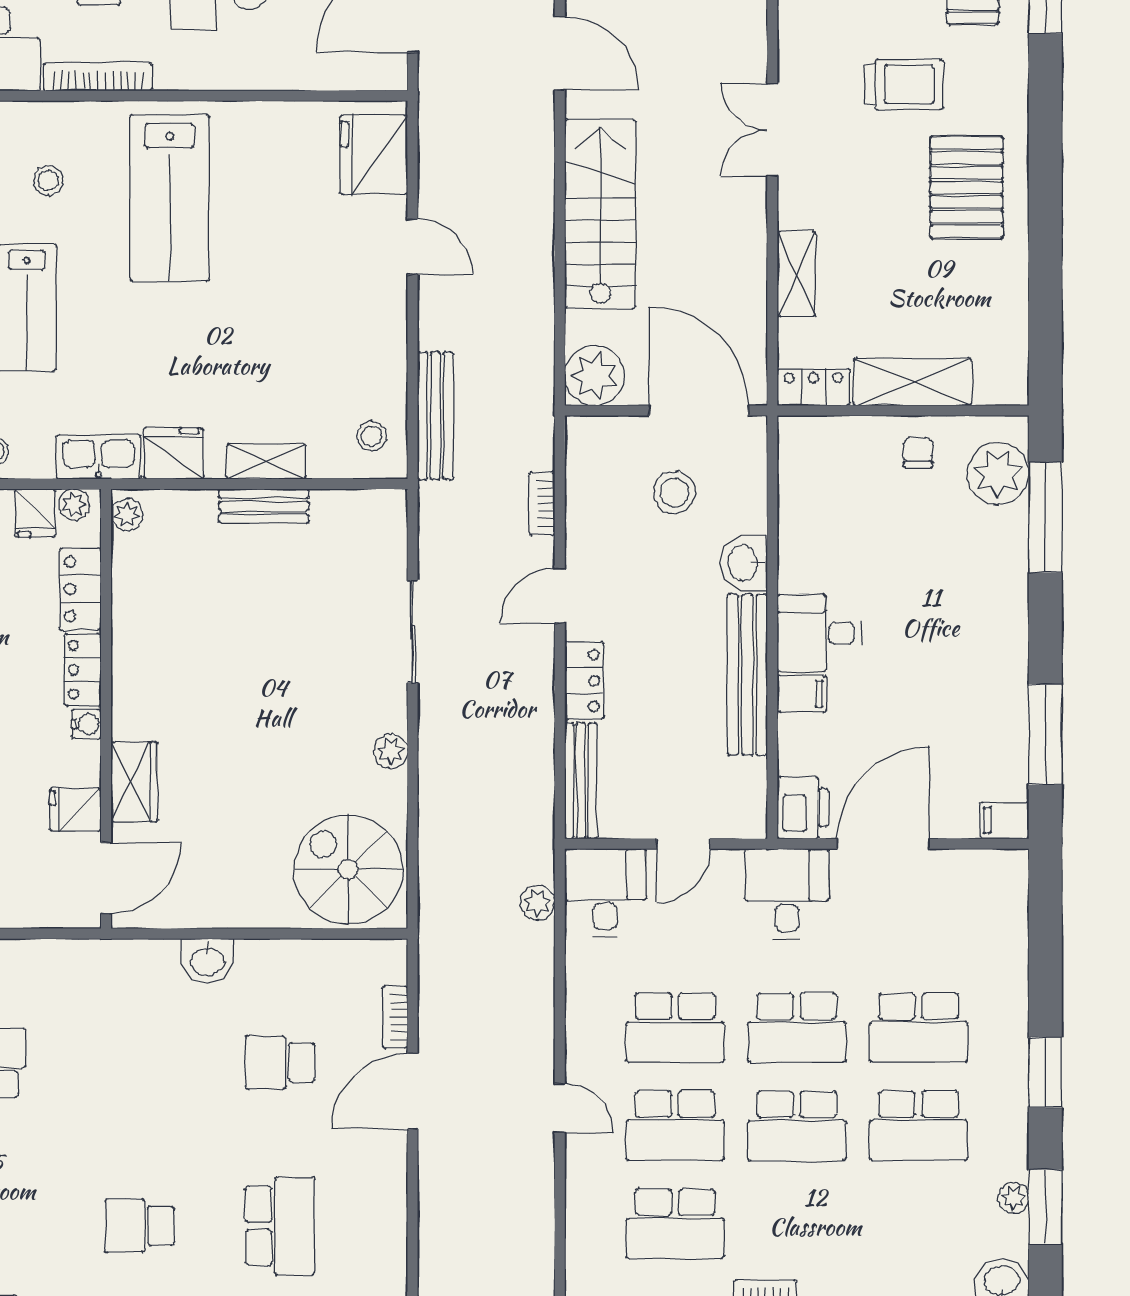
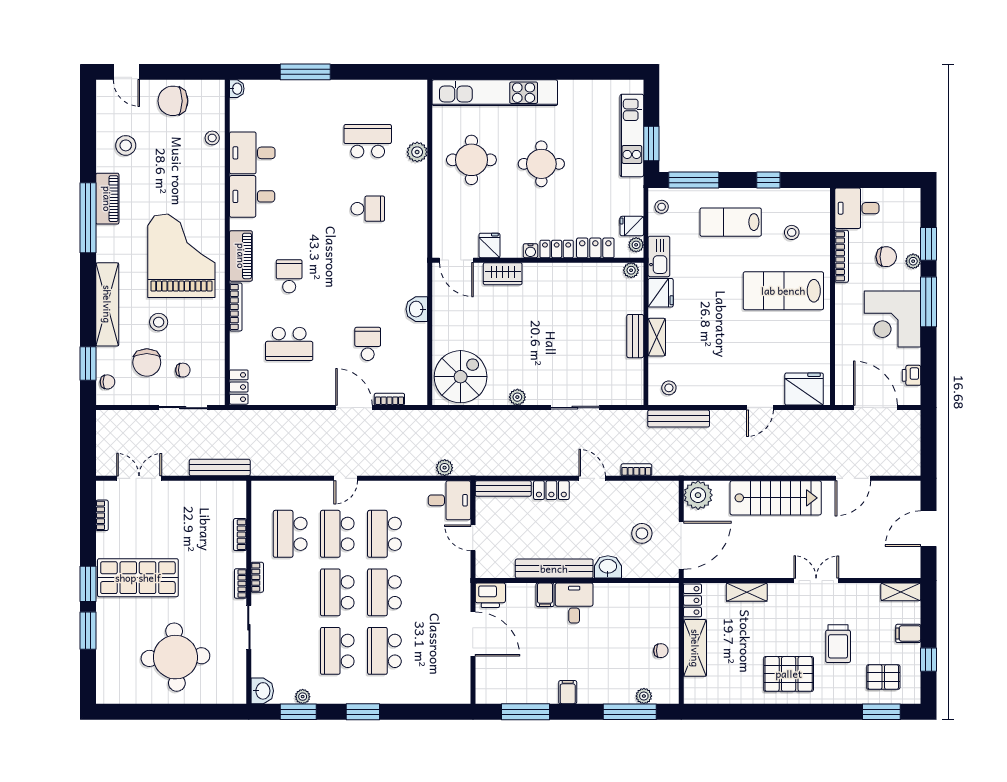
plant: (998, 474) -> (644, 696), width x0.53, depth x0.53
filing cabinet: (1004, 820) -> (568, 692), moved
desk: (787, 894) -> (449, 588), removed

